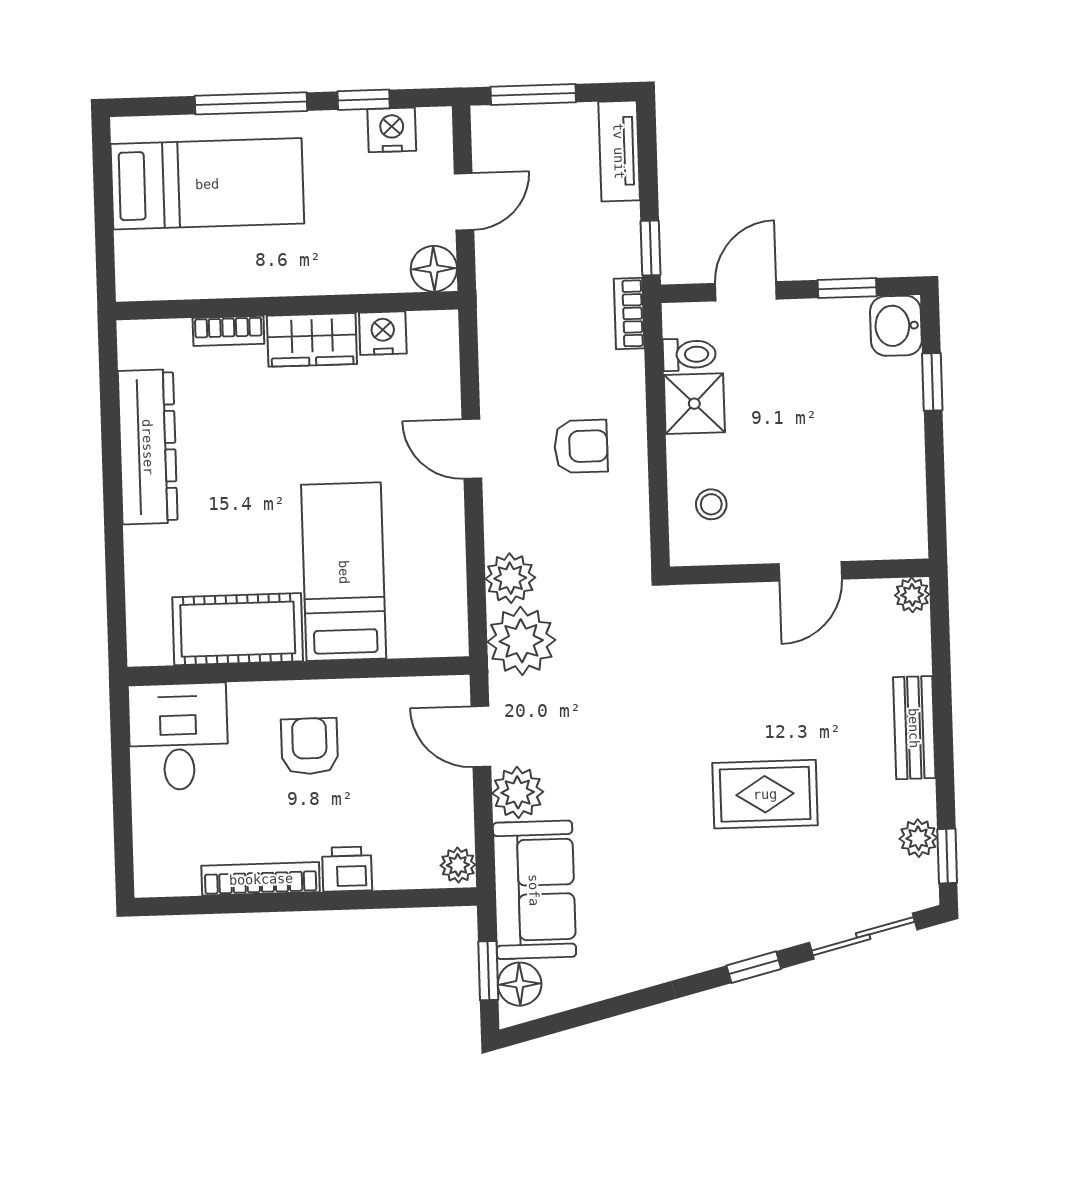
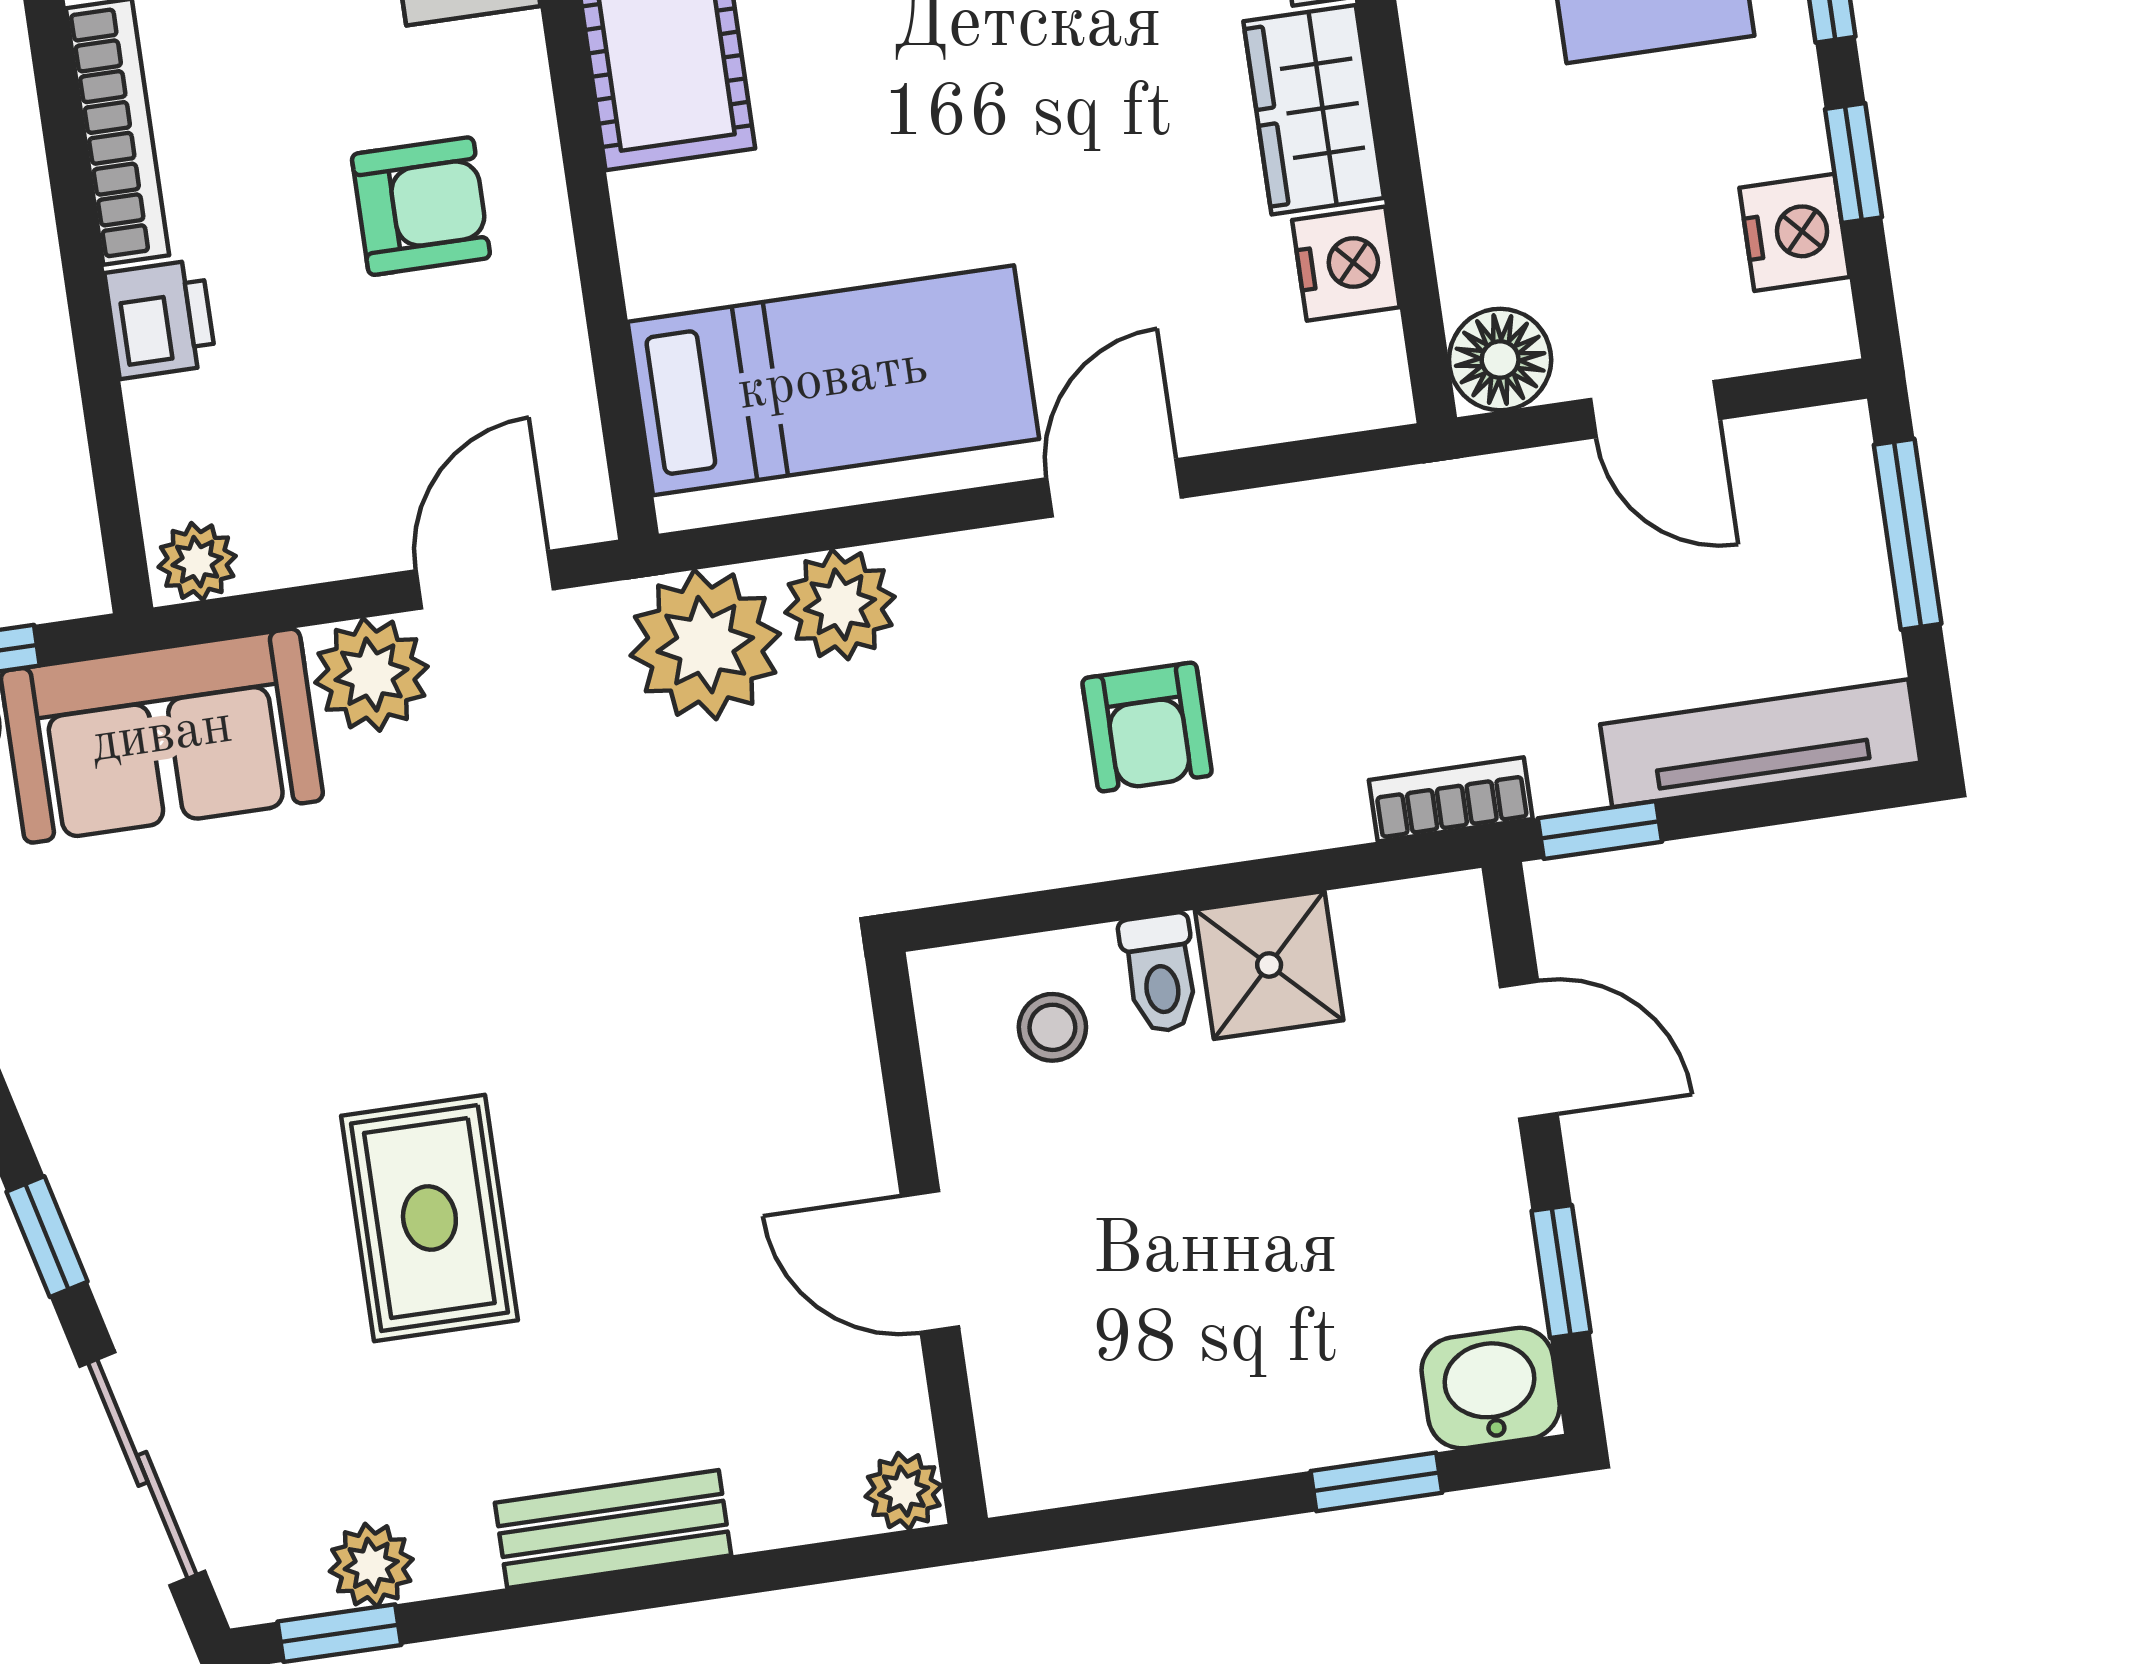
tv unit: (619, 151) -> (1760, 743), width x1.41
toilet: (689, 354) -> (1160, 973), moved
bed: (344, 572) -> (833, 380), moved

